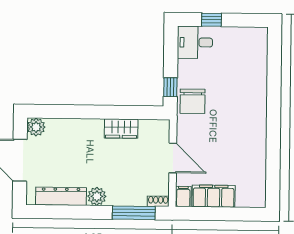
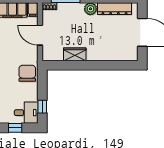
window: (170, 87) -> (42, 107), moved
plant: (36, 127) -> (132, 55), removed

